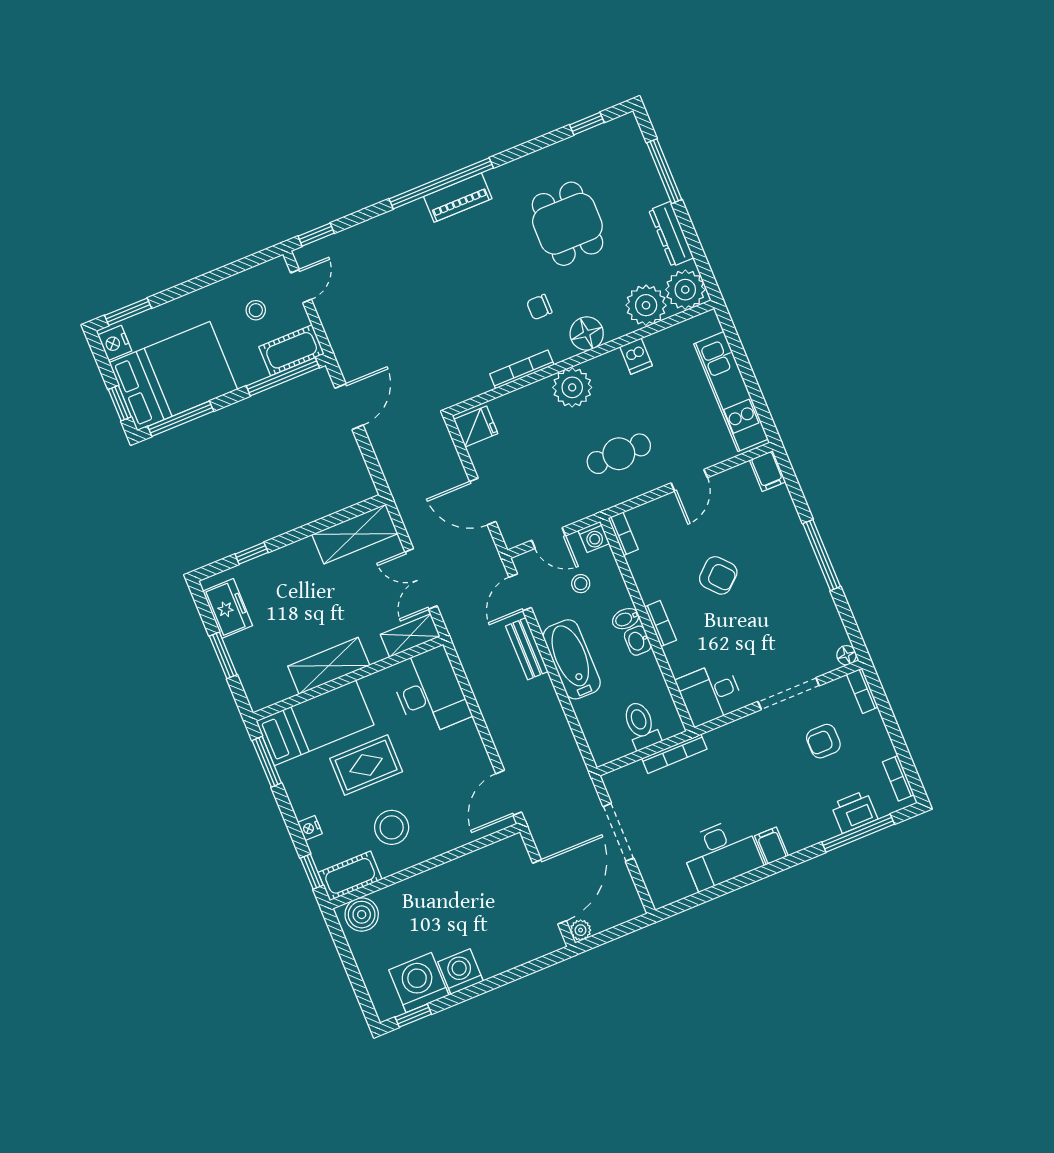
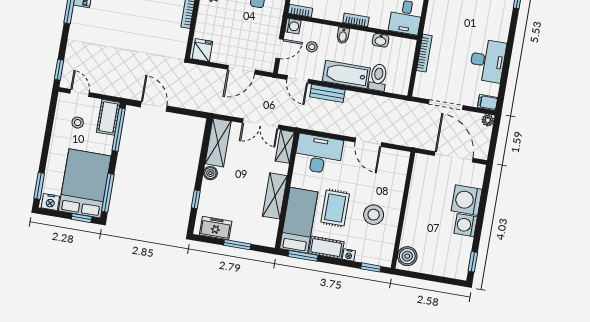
boiler: (303, 551) -> (210, 173), added
washbasin: (638, 641) -> (381, 40), moved
toilet: (641, 725) -> (378, 77), moved, turned 90
door: (509, 793) -> (368, 142), moved
filing cabinet: (771, 846) -> (488, 102), moved
cot: (350, 876) -> (326, 248), moved, turned 90
plant: (581, 930) -> (488, 120), moved
washing machine: (419, 983) -> (467, 200), moved

